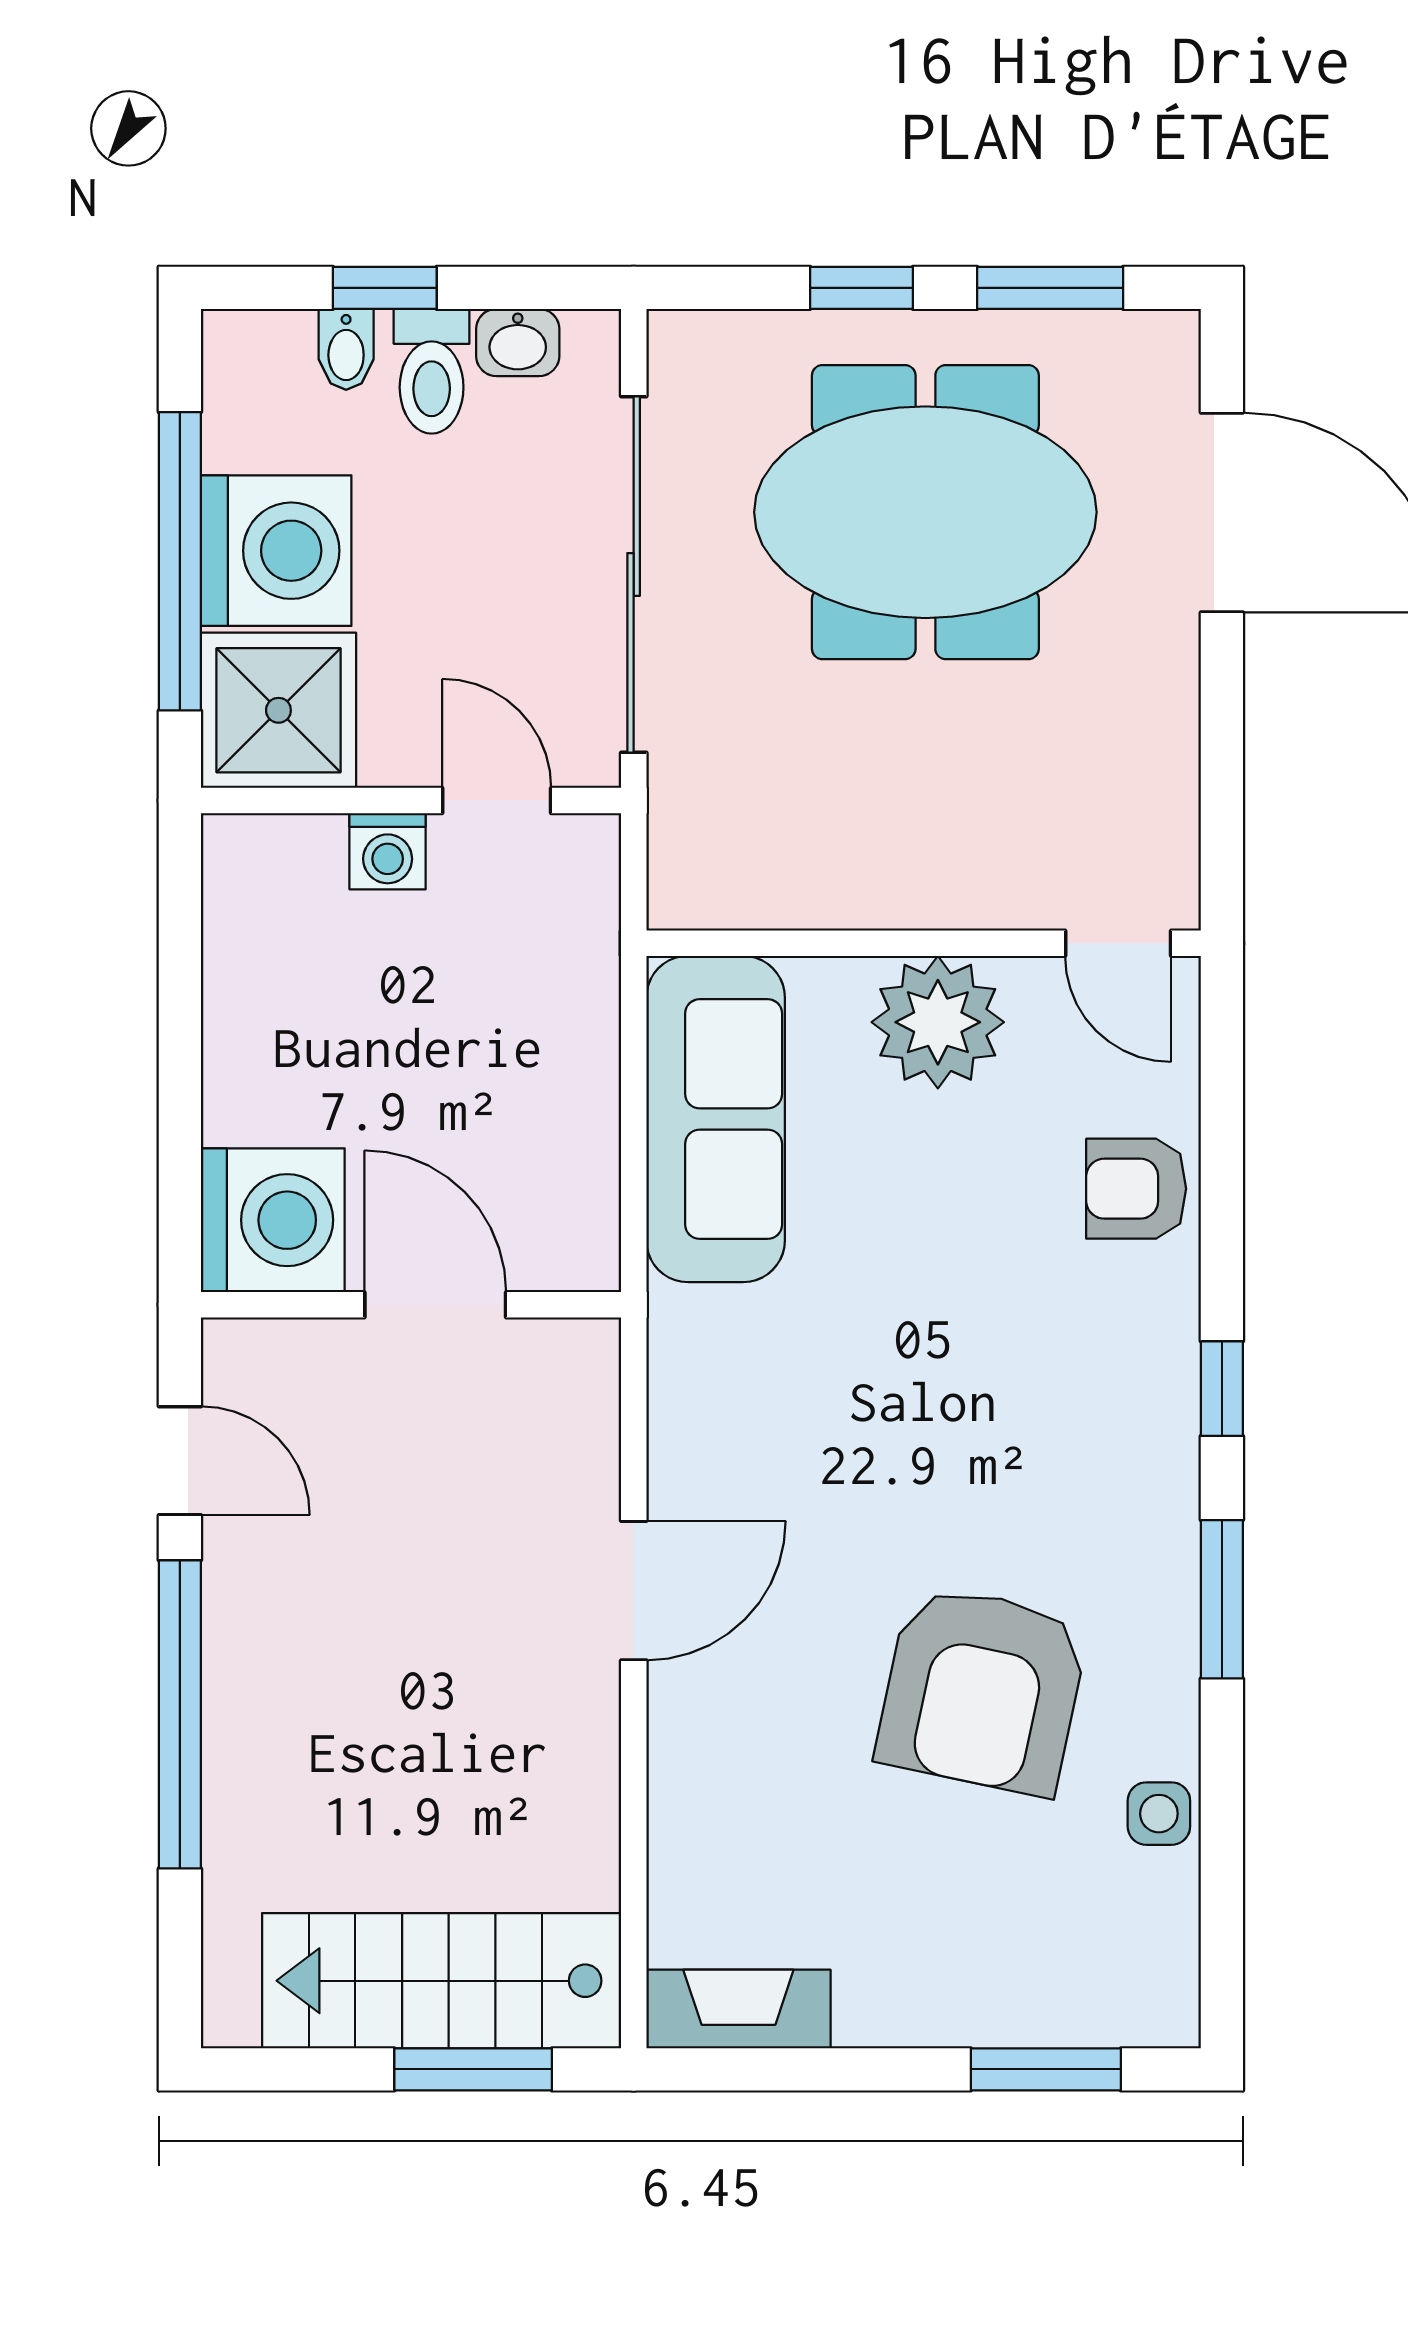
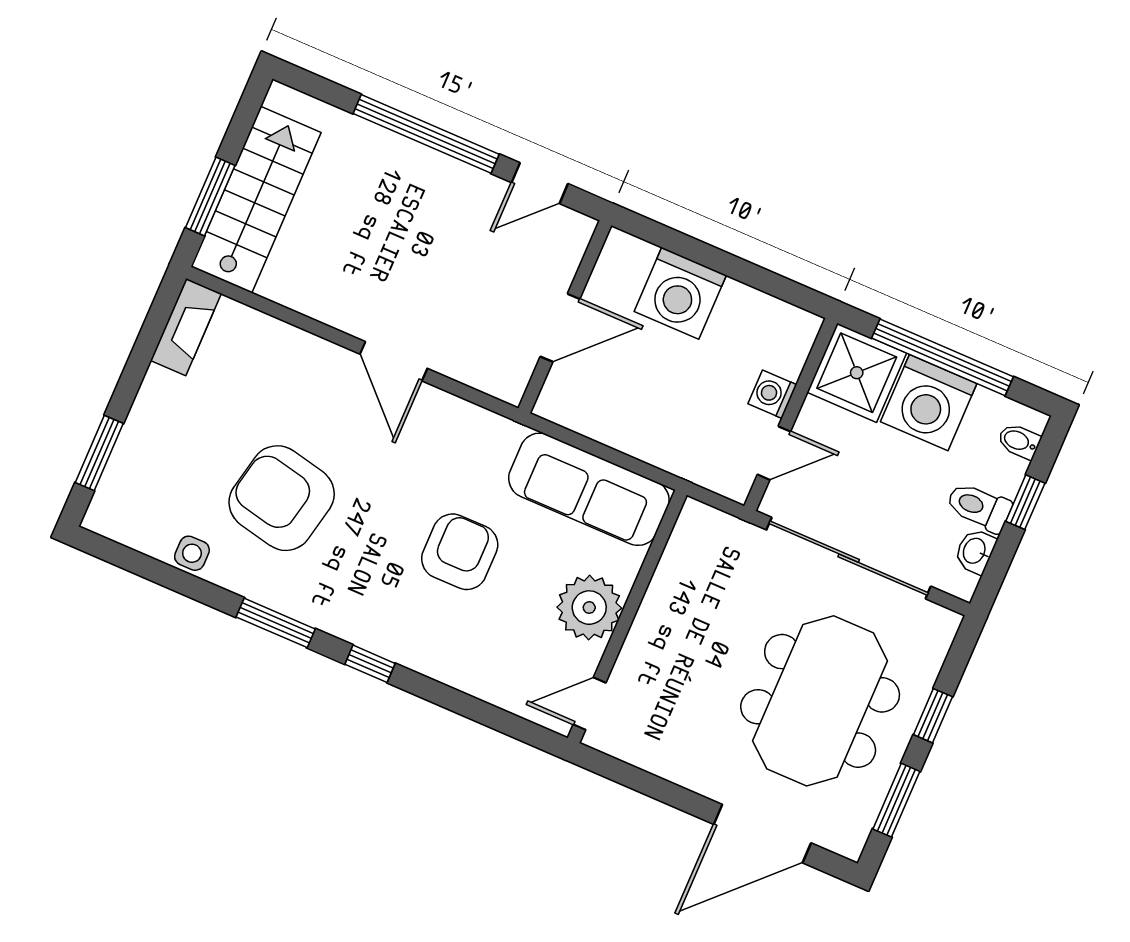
bidet: (346, 349) -> (1019, 441), moved
armchair: (1136, 1189) -> (460, 552), moved, width x1.38, depth x1.38
washing machine: (273, 1220) -> (680, 293), moved

